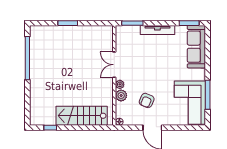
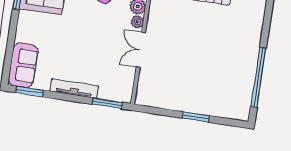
sofa: (196, 47) -> (23, 65), width x0.73
double door: (114, 65) -> (141, 50), swing flipped

